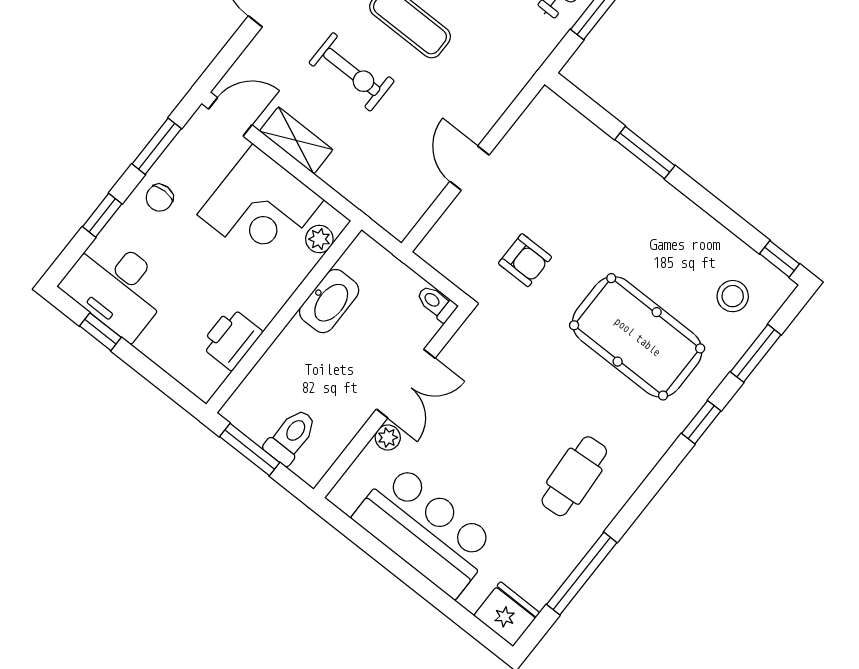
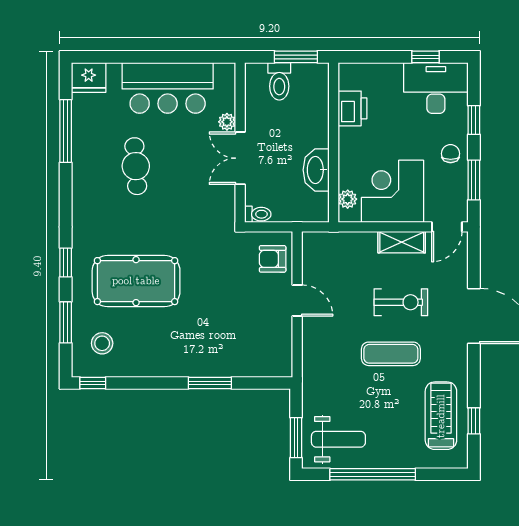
exercise bike: (352, 72) -> (401, 302), turned 180
armchair: (525, 260) -> (273, 259), moved
cafe table: (574, 476) -> (136, 166), moved

